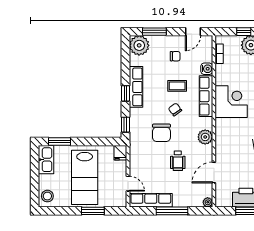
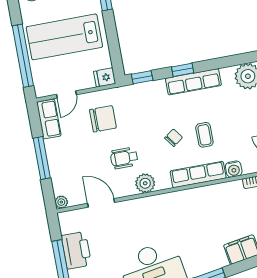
chair: (175, 56) -> (242, 125), removed
corner desk: (231, 102) -> (197, 208), removed
chair: (161, 133) -> (103, 119), moved, turned 180
wheelchair: (178, 161) -> (124, 158), moved
row of seats: (151, 200) -> (49, 119), width x0.68
window: (93, 211) -> (23, 56), width x2.11

